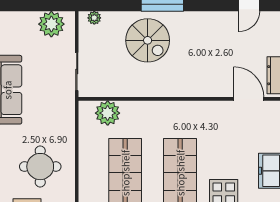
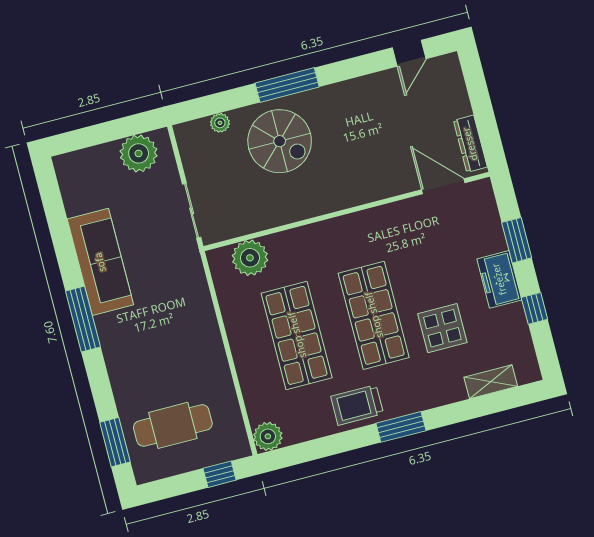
plant: (94, 18) -> (220, 123), moved
round table: (40, 167) -> (175, 358), removed

